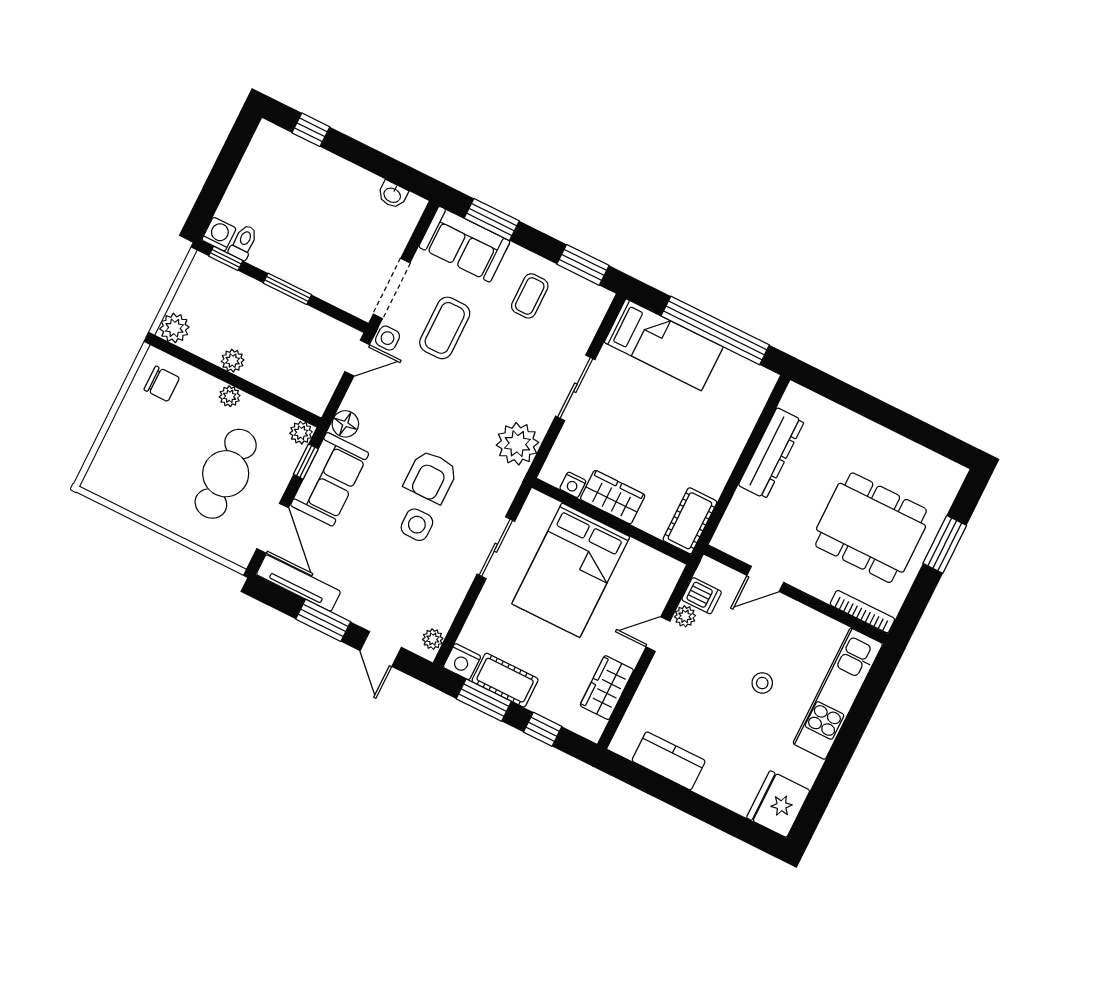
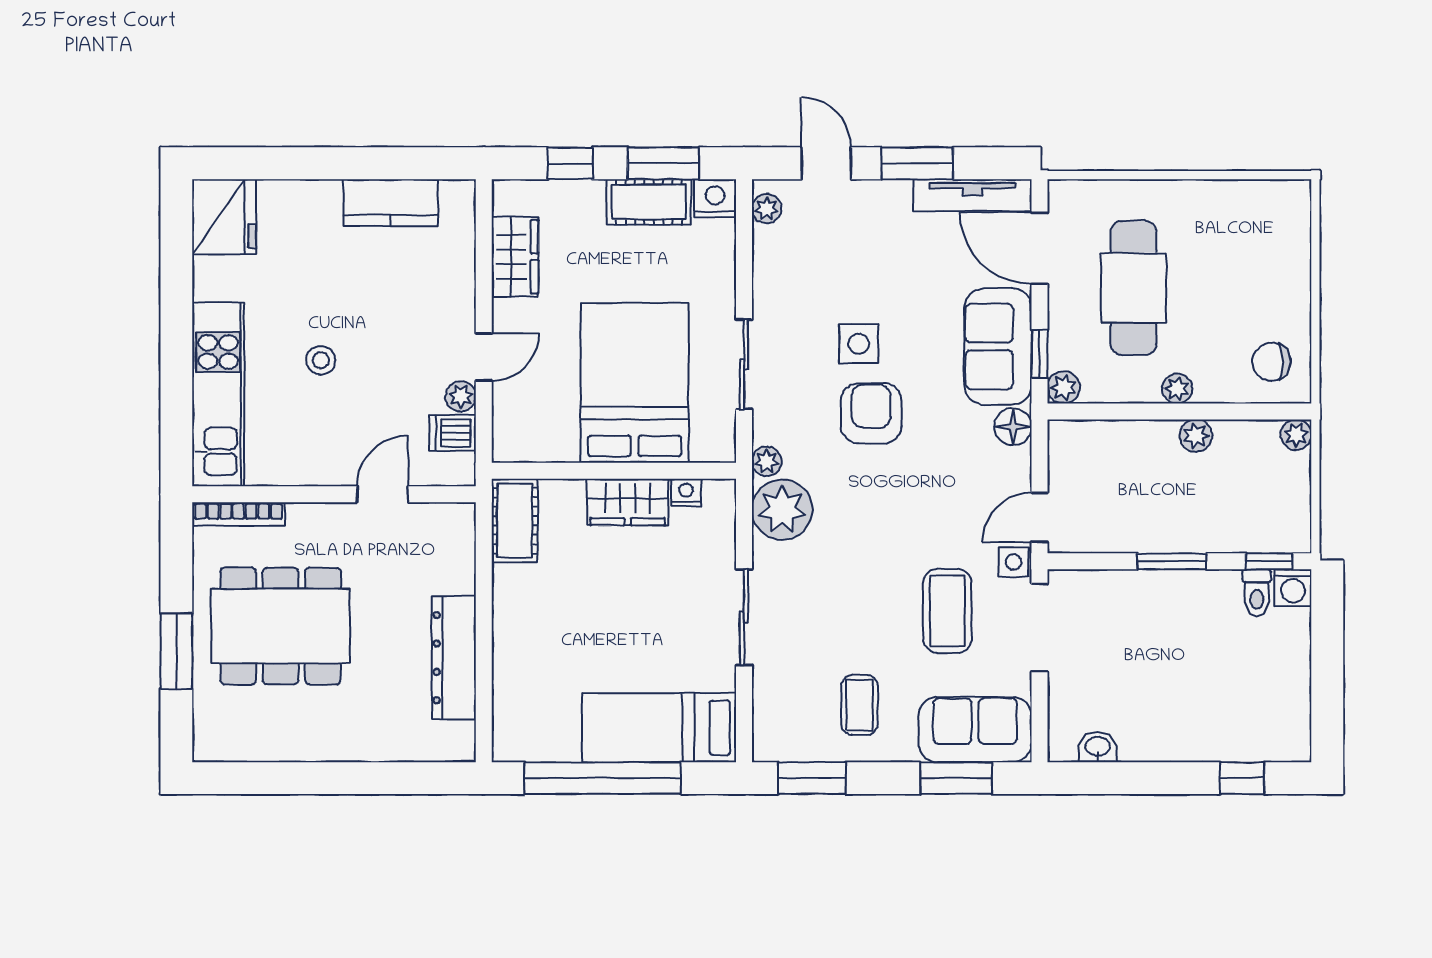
plant: (174, 328) -> (1296, 435), width x0.73, depth x0.73
plant: (512, 479) -> (767, 461), added

